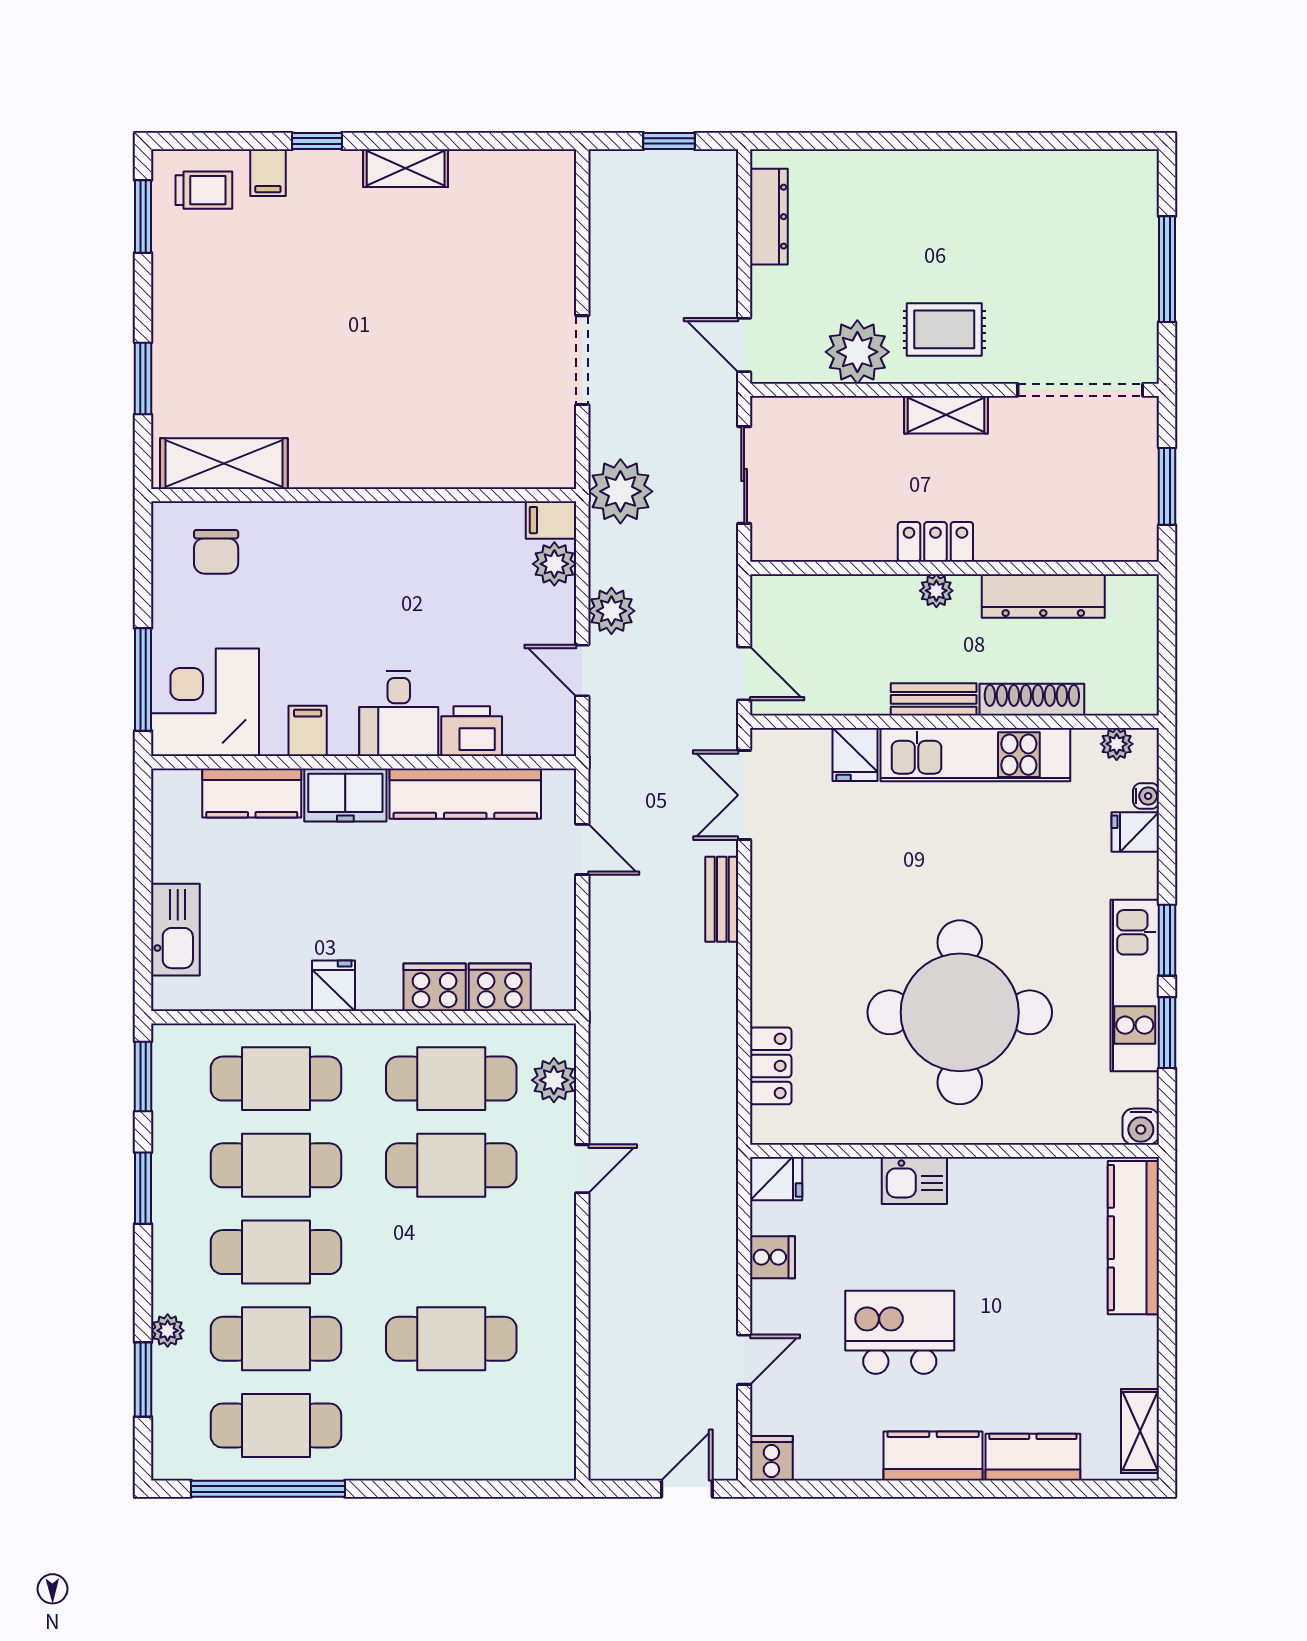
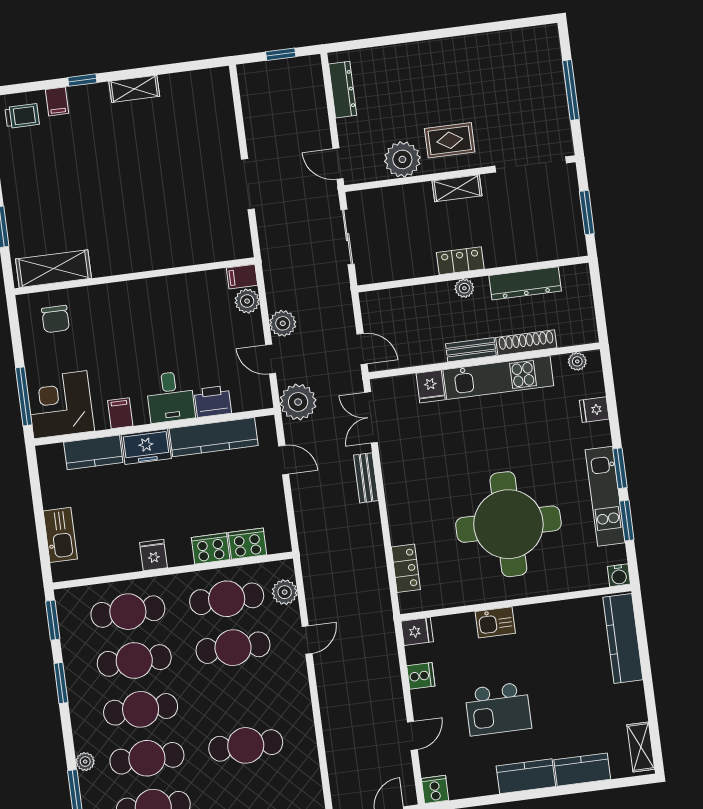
plant: (620, 491) -> (298, 402), moved
water cooler: (1146, 796) -> (598, 389), removed
kitchen island: (900, 1332) -> (498, 709), turned 180

